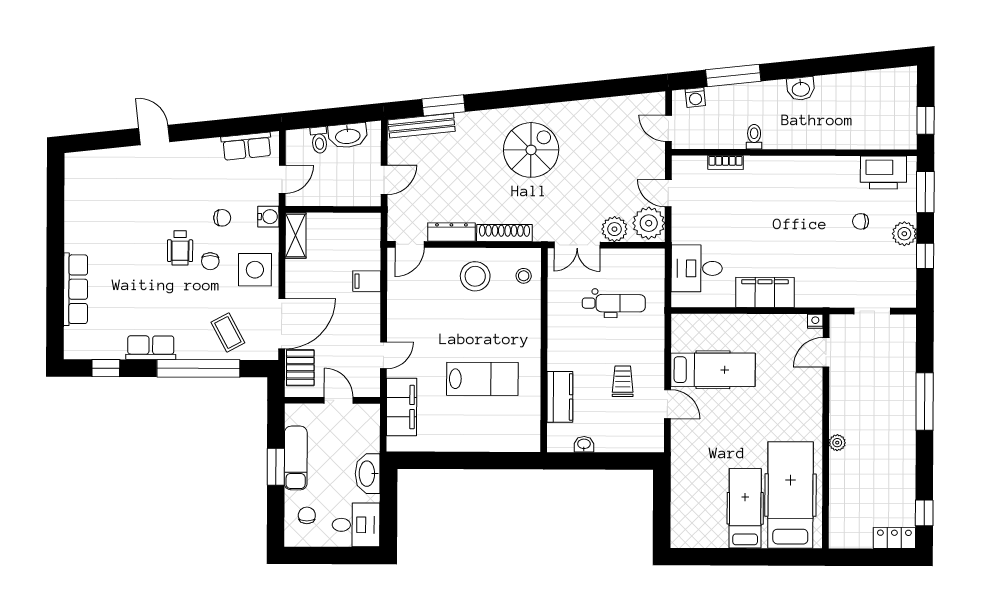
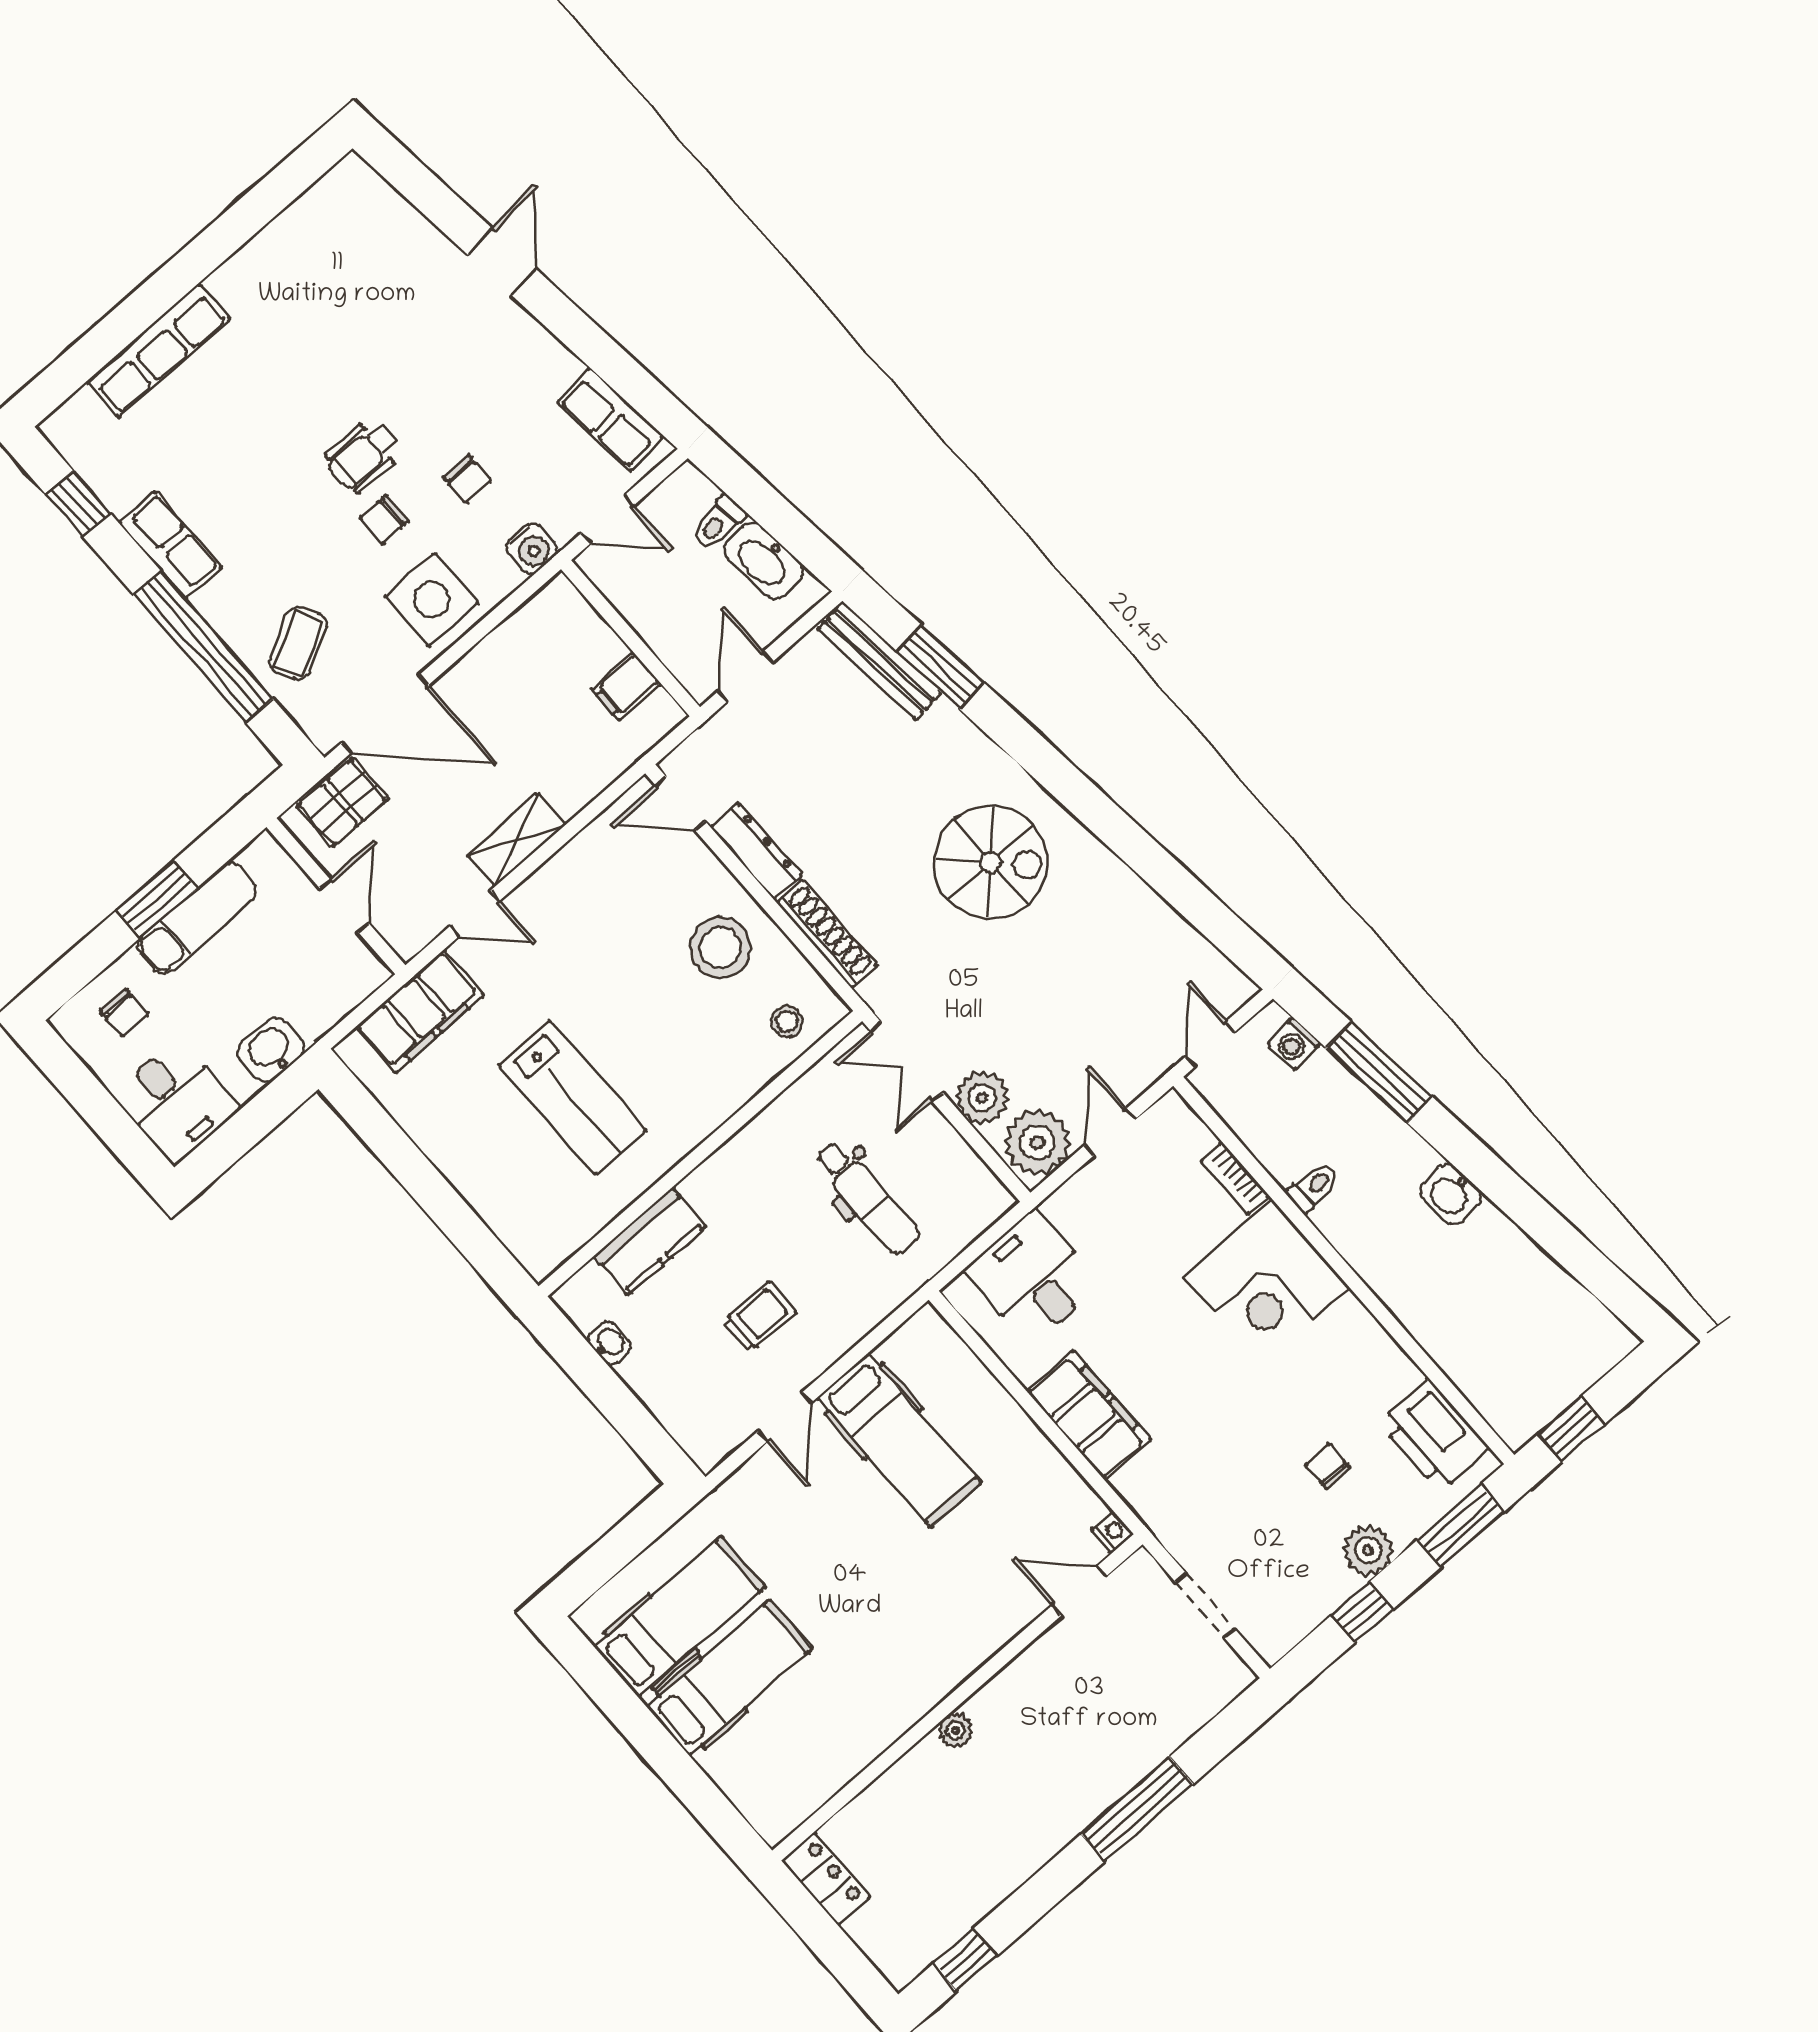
door: (384, 180) -> (745, 677), swing flipped
corner desk: (773, 184) -> (1266, 1282), added
shelving: (296, 235) -> (516, 840), moved
filing cabinet: (367, 281) -> (626, 686), moved, turned -90
washbasin: (368, 474) -> (271, 1050), width x0.72
hospital bed: (790, 495) -> (680, 1617), moved, width x0.73, depth x0.78
chair: (307, 515) -> (124, 1013), turned 90
locker: (894, 538) -> (826, 1879), moved

